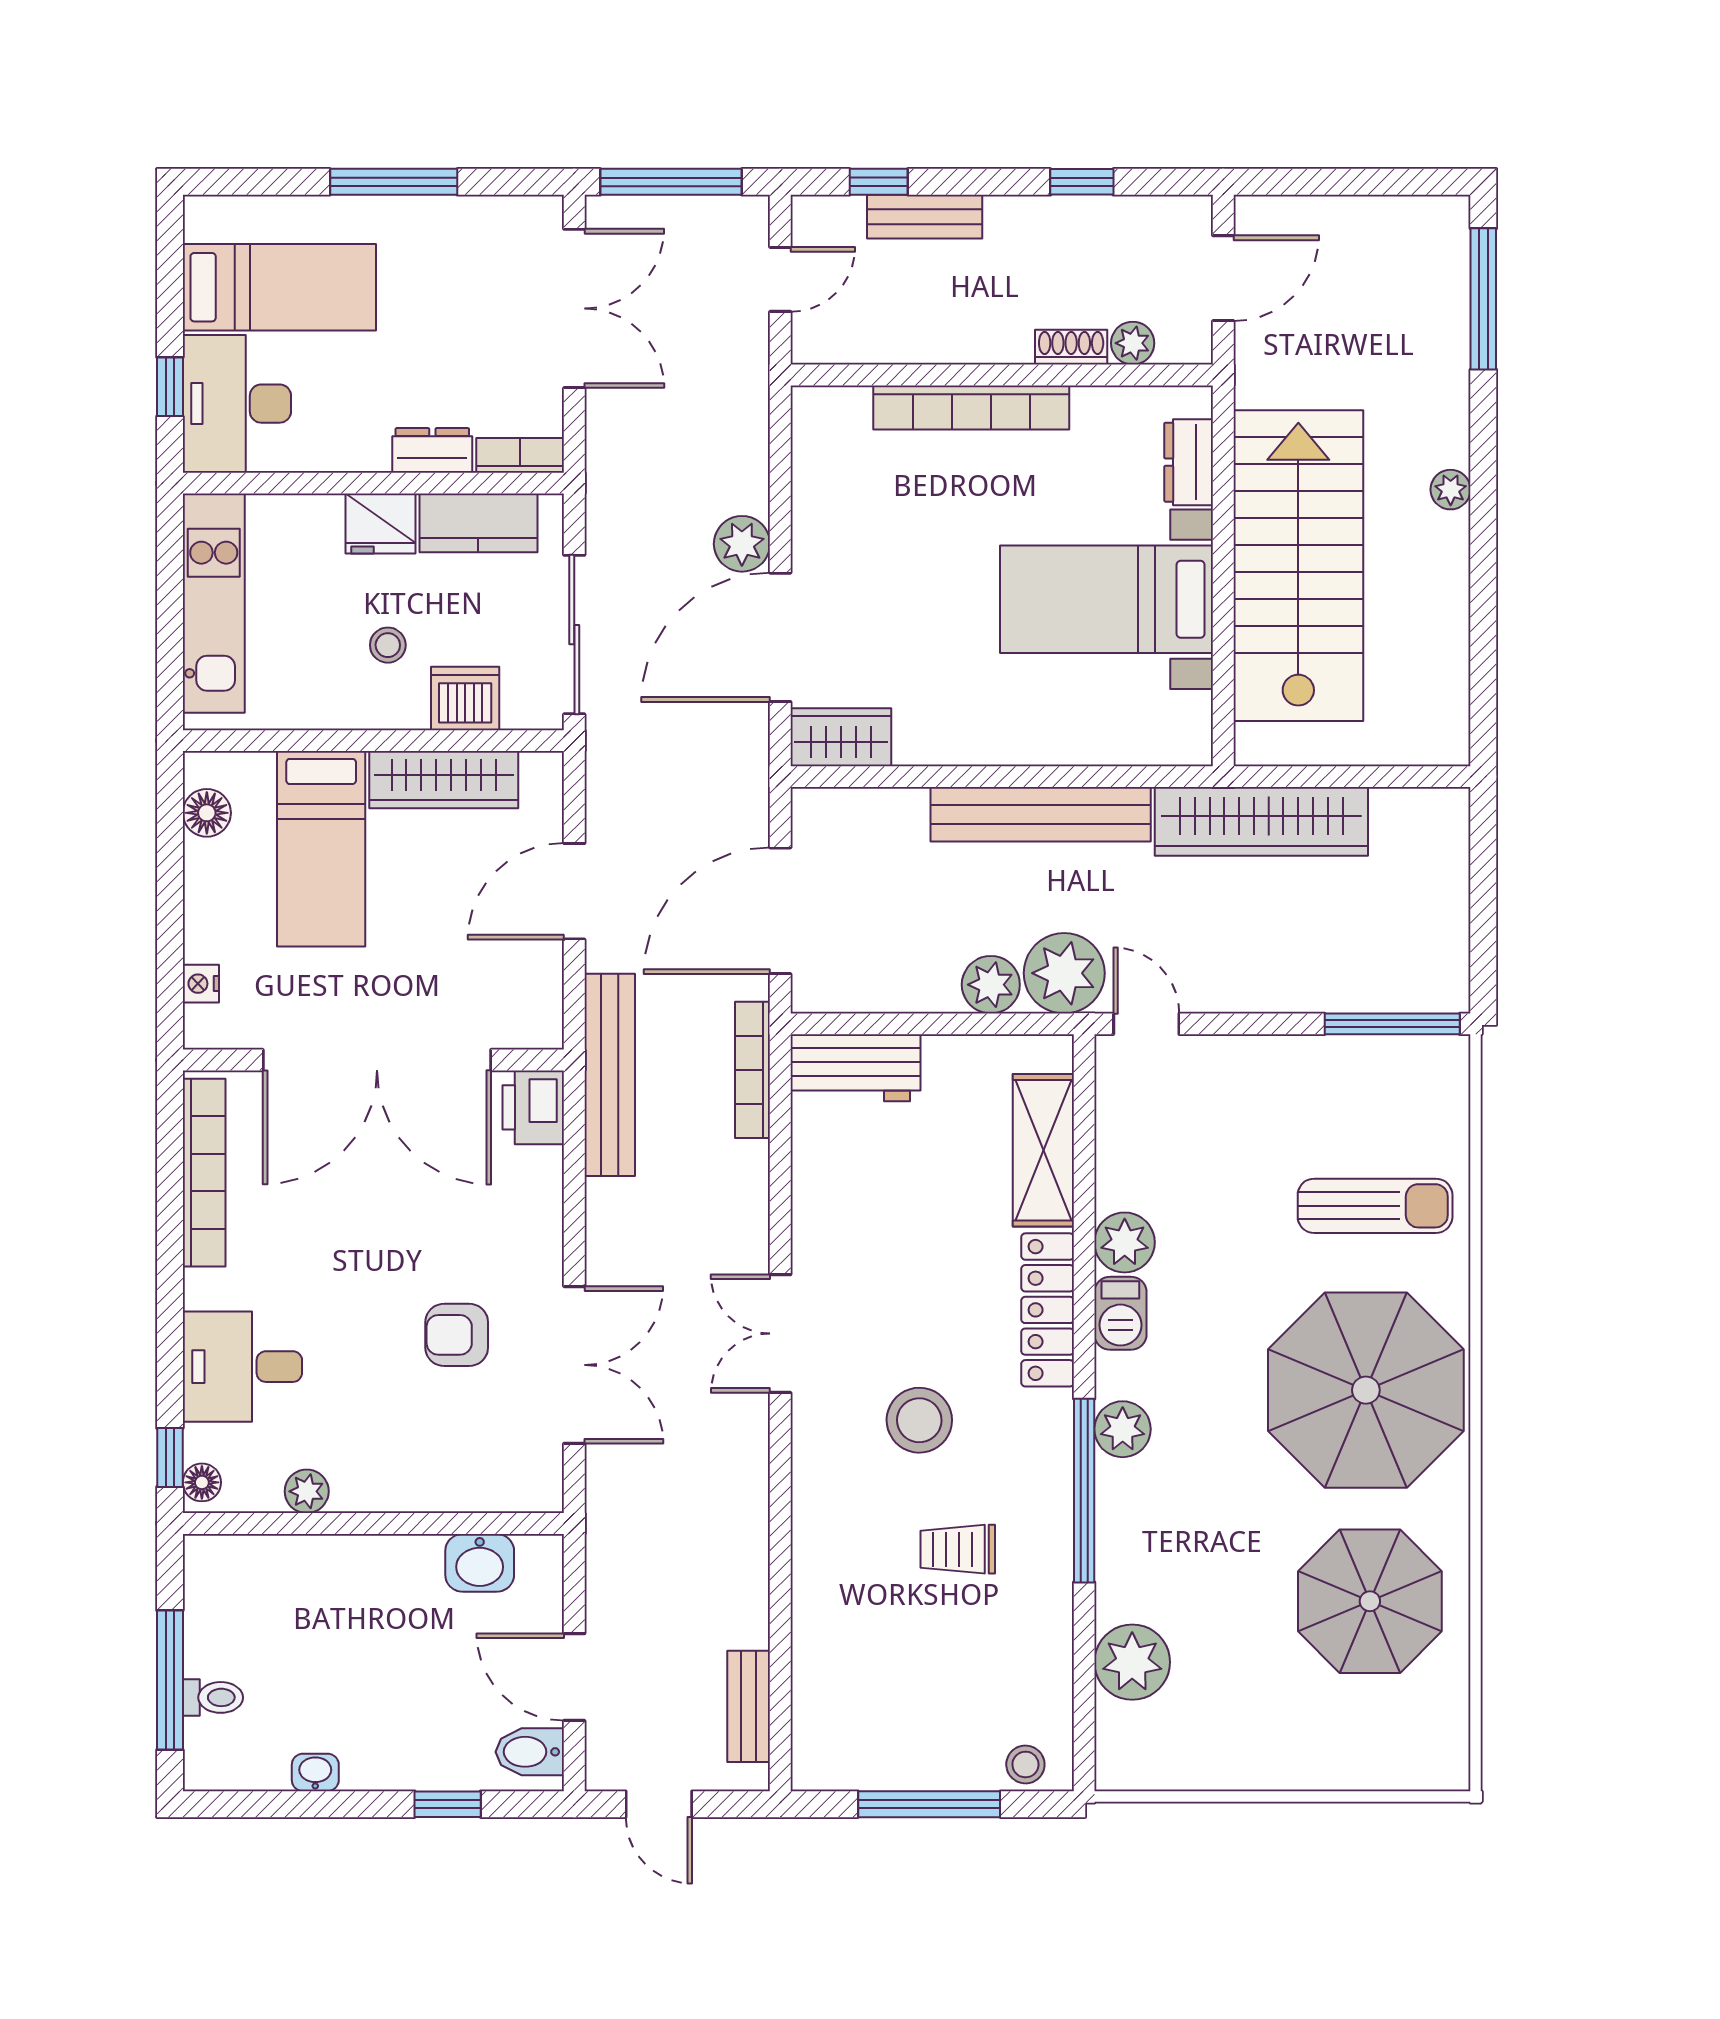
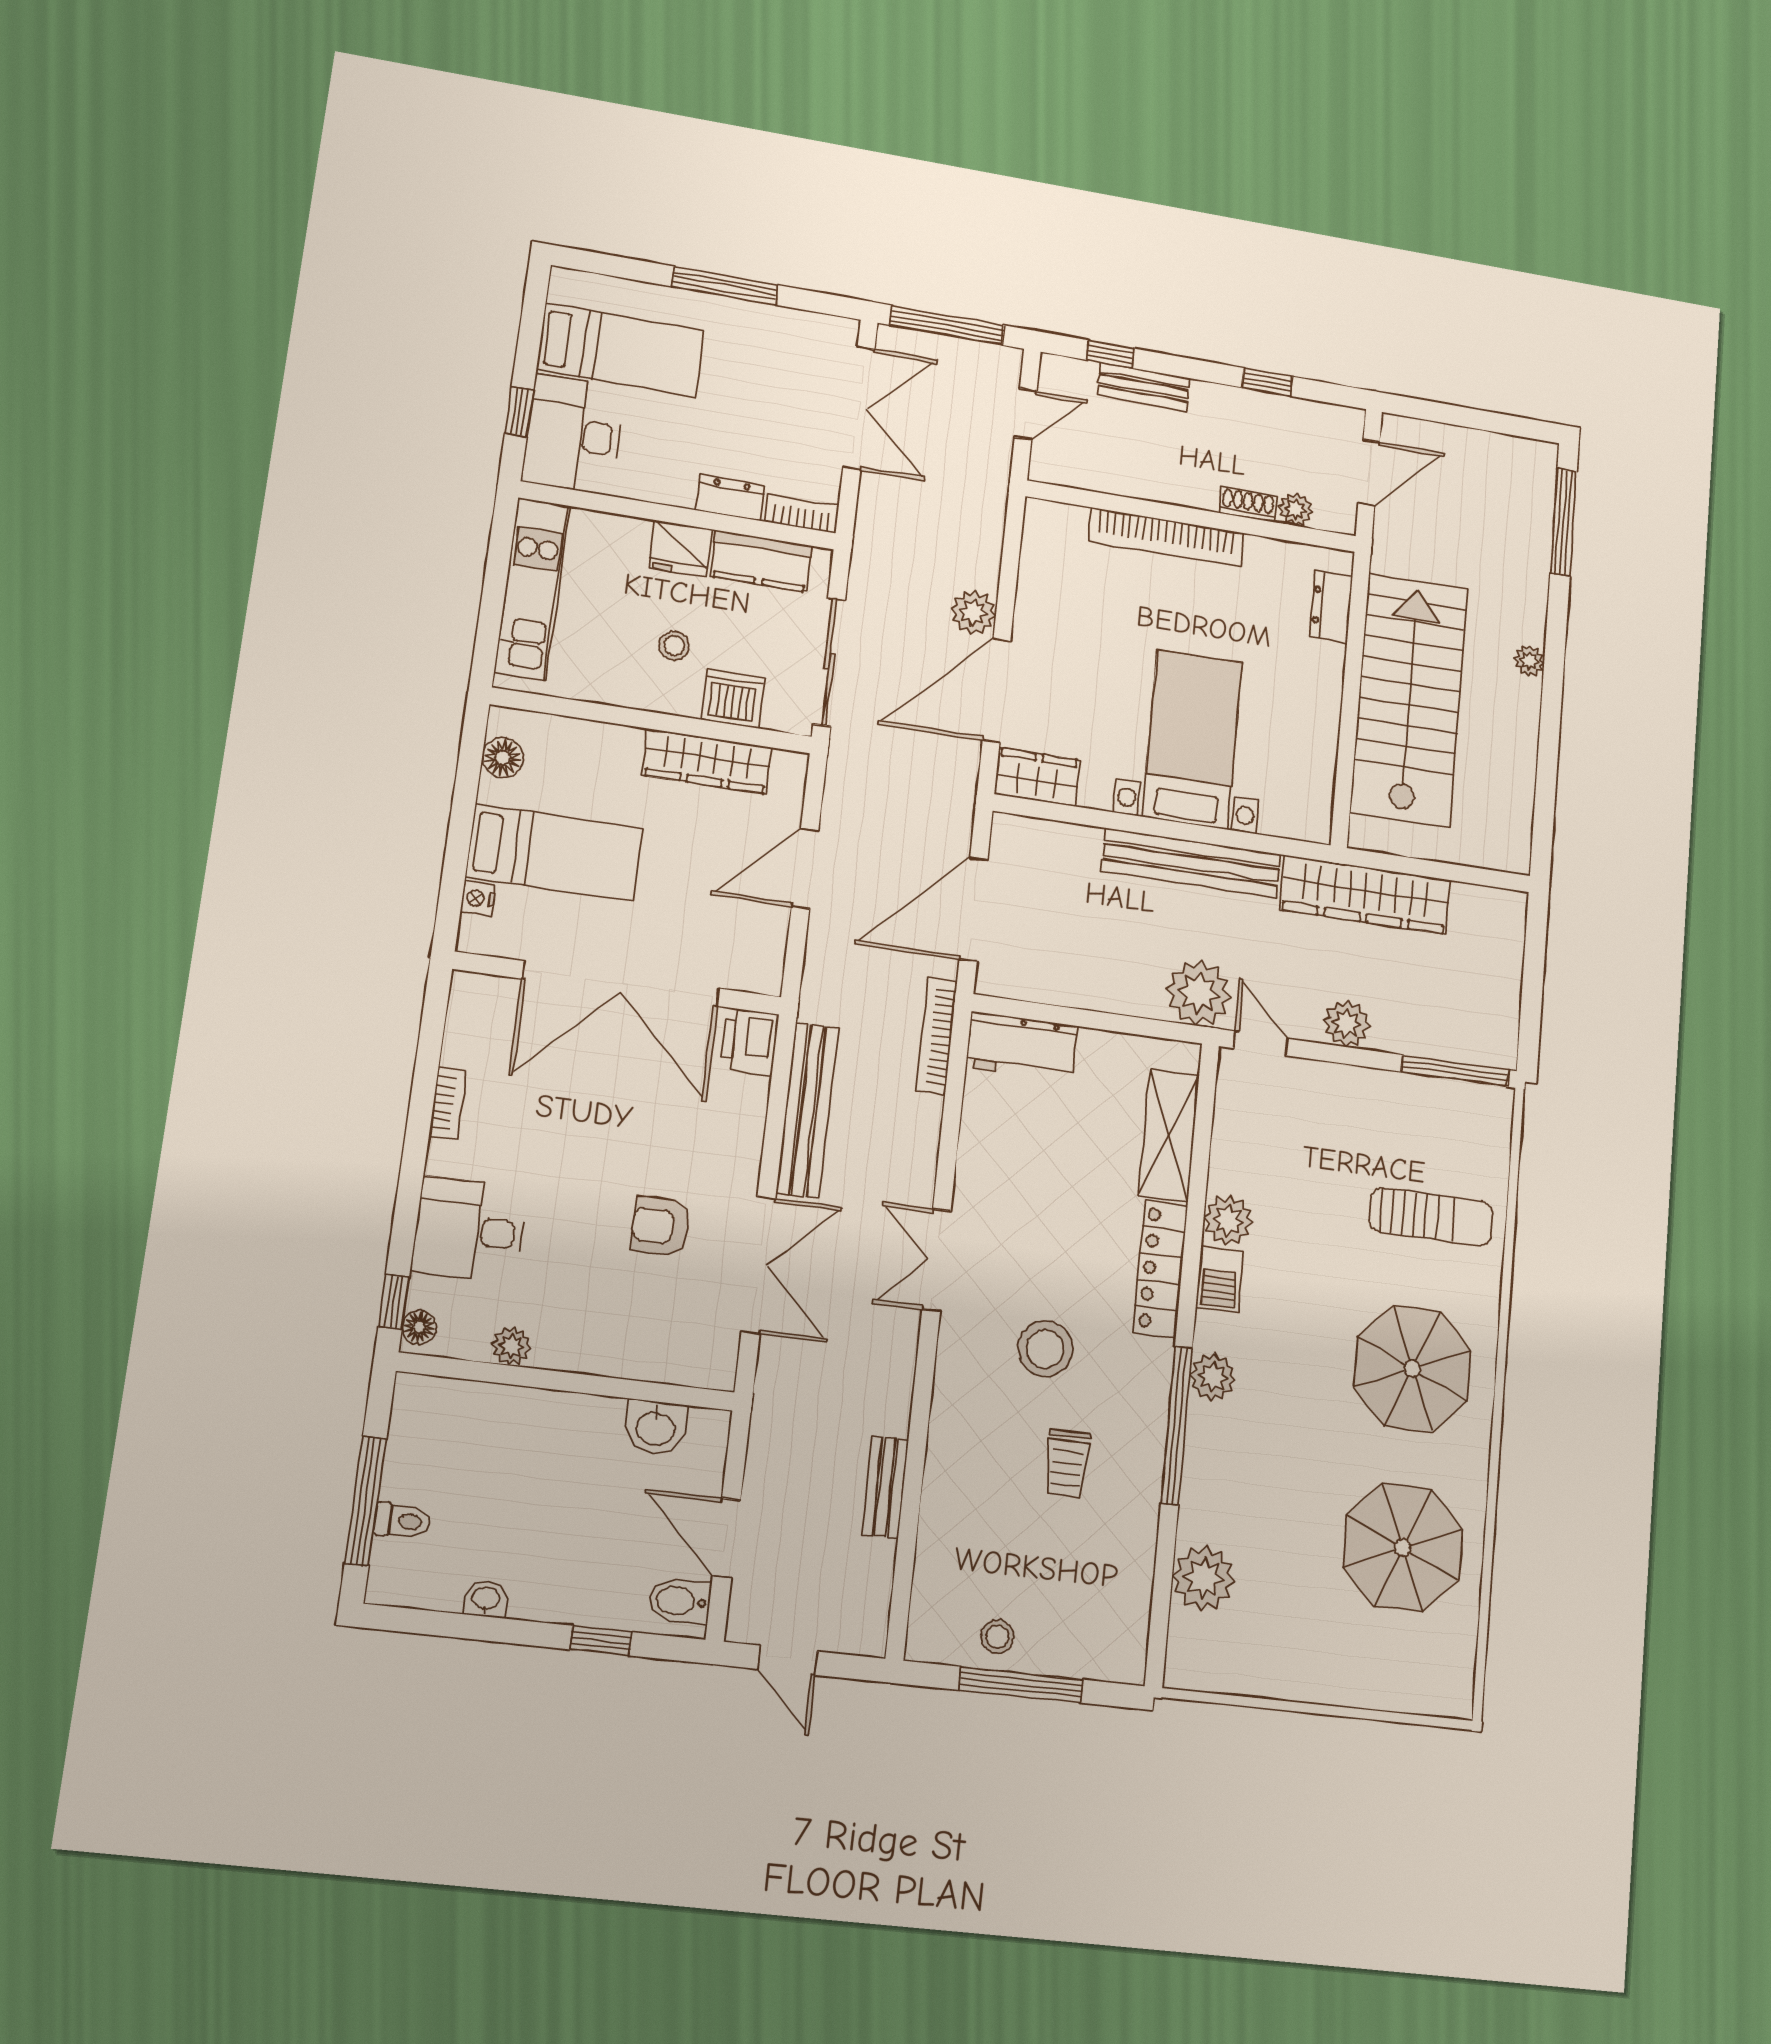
bed with nightstands: (1107, 599) -> (1192, 739), moved, turned 90
bed: (321, 849) -> (554, 852), moved, turned -90
plant: (991, 985) -> (1347, 1024), moved
bench: (610, 1075) -> (807, 1110), moved
bookcase: (204, 1173) -> (448, 1103), width x0.43, depth x0.76
parasol: (1366, 1390) -> (1412, 1368), width x0.73, depth x0.73
trolley: (958, 1549) -> (1067, 1463), turned -90
bench: (749, 1706) -> (885, 1487), moved
stool: (1025, 1764) -> (997, 1637), moved

